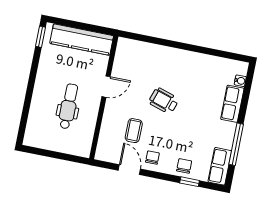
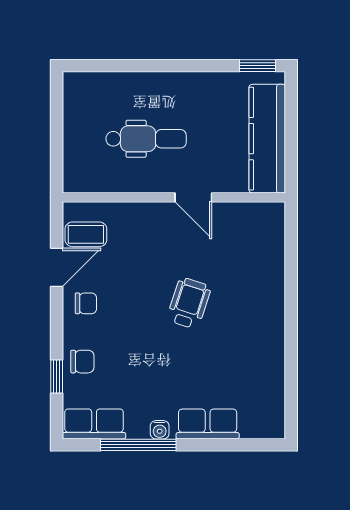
water cooler: (240, 81) -> (160, 430), moved
coffee table: (134, 131) -> (86, 234), moved

